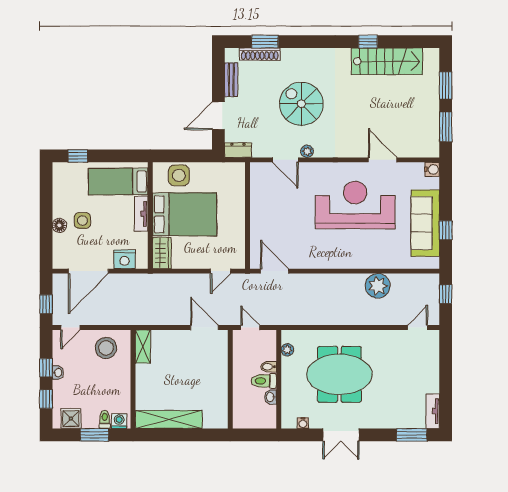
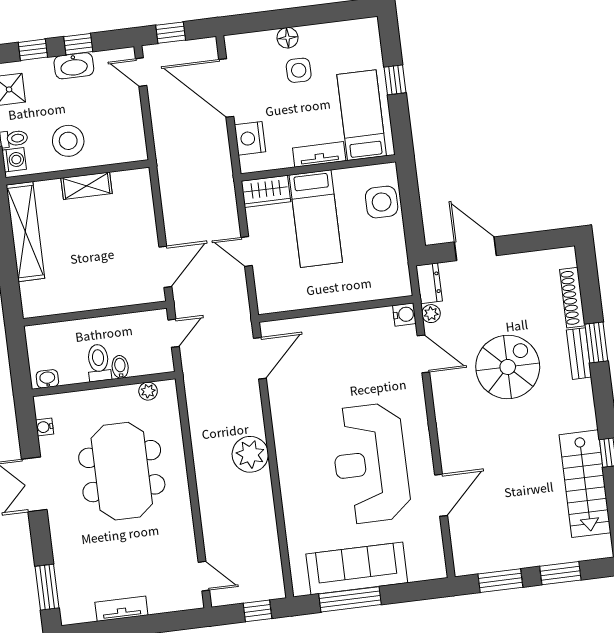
window: (265, 42) -> (596, 343), moved
bench: (231, 80) -> (579, 354), moved, turned 90
plant: (307, 151) -> (431, 314), moved
window: (78, 156) -> (395, 80), moved
door: (285, 160) -> (423, 354), swing flipped
water cooler: (432, 169) -> (404, 314), moved, turned -90
reception desk: (355, 205) -> (371, 463), turned 180
bed: (185, 214) -> (316, 219), width x0.67
window: (446, 230) -> (350, 599), width x2.17
door: (221, 271) -> (247, 251), moved
plant: (378, 286) -> (250, 454), moved
shelving: (143, 347) -> (87, 186), moved
stool: (106, 348) -> (68, 141), moved
washbasin: (58, 373) -> (74, 66), width x1.91, depth x1.45
washbasin: (270, 397) -> (47, 379), moved
tv unit: (433, 411) -> (121, 609), moved

